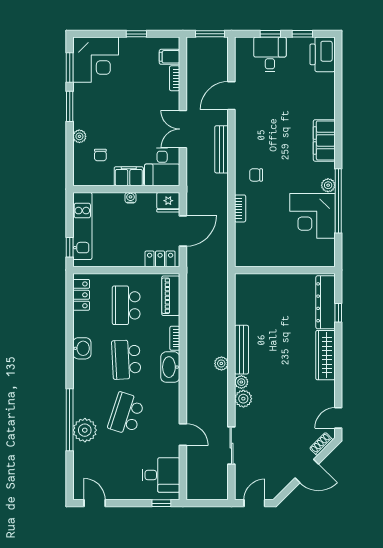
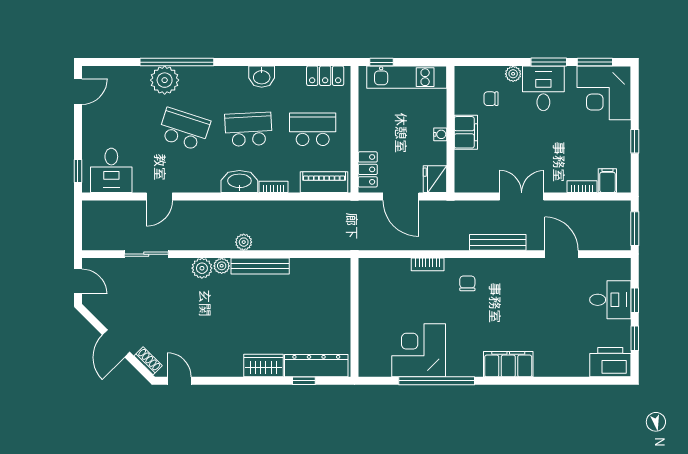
desk: (162, 167) -> (543, 88), moved, turned 90
plant: (328, 185) -> (455, 369), removed
wardrobe: (325, 355) -> (263, 366), width x0.67

